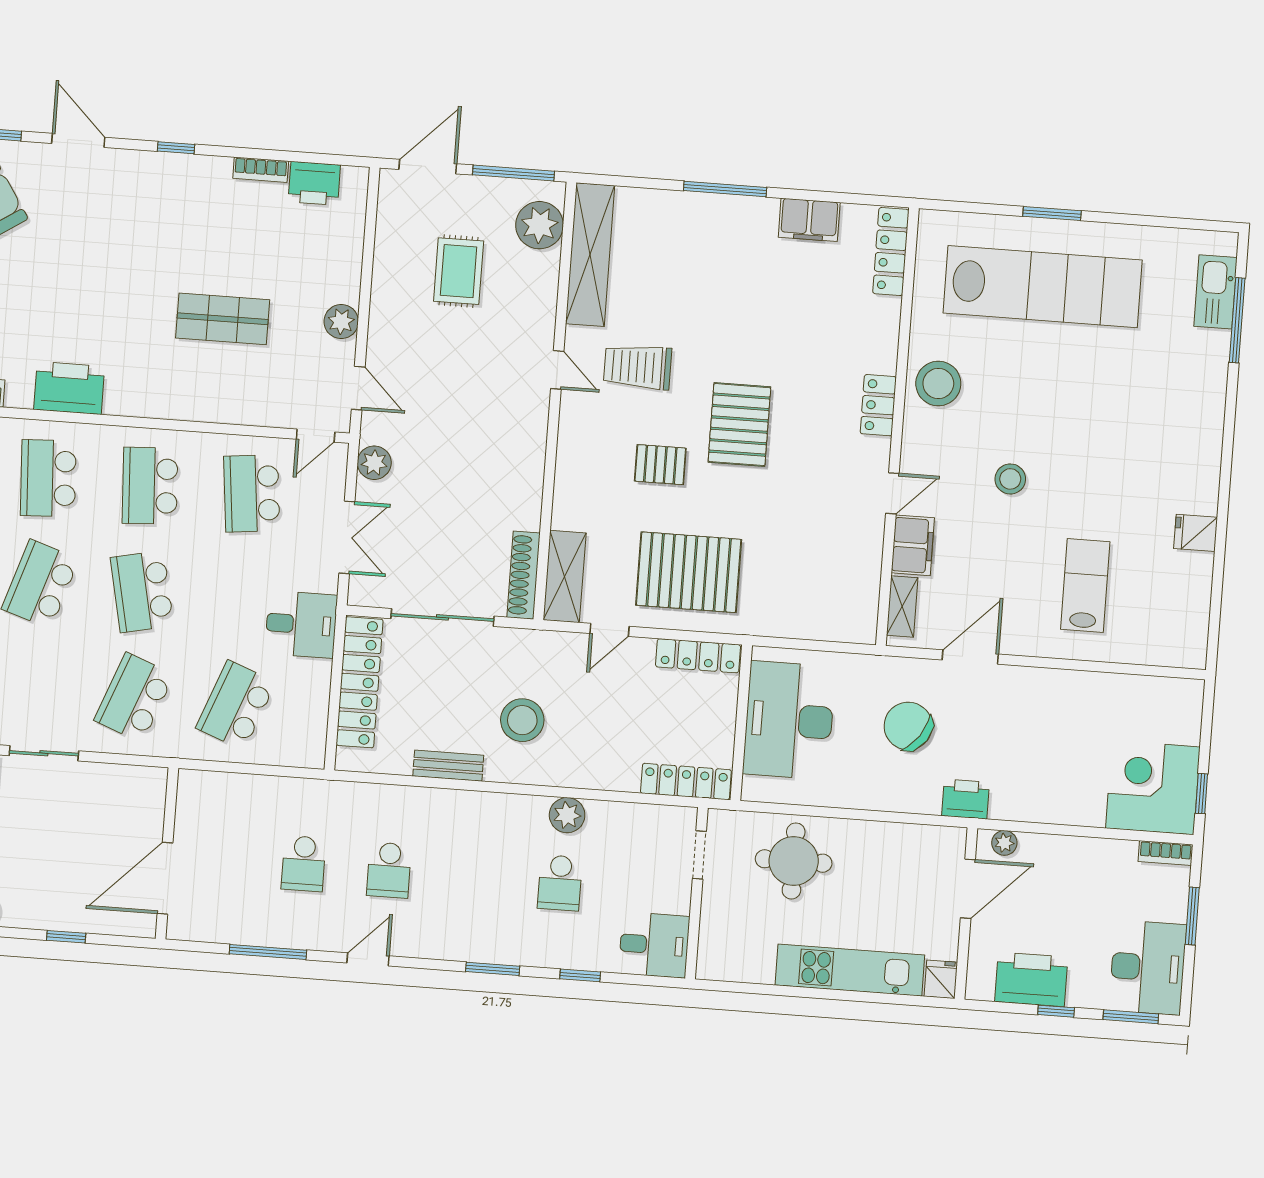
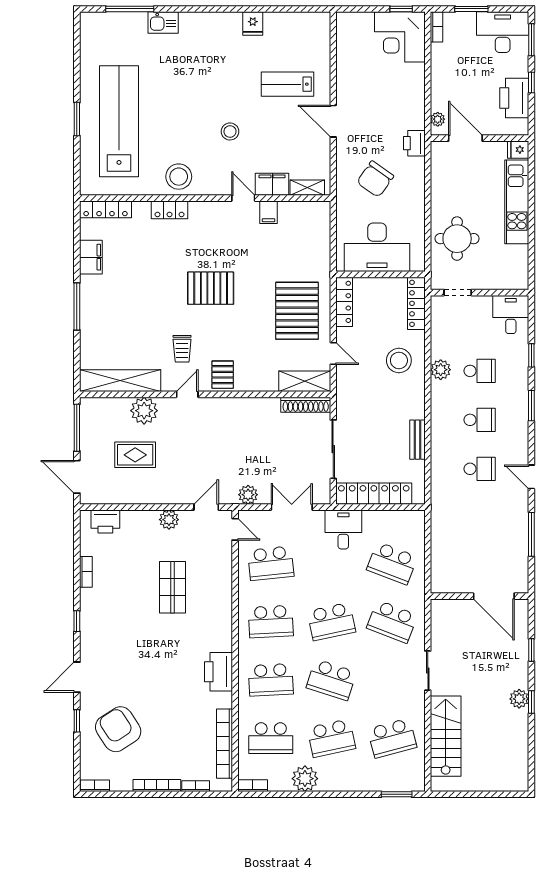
printer: (314, 183) -> (105, 521), moved, turned 90
plant: (540, 225) -> (144, 411), moved
kitchen sink: (1215, 292) -> (163, 23), moved, width x0.73
trolley: (638, 367) -> (182, 349), width x0.73, depth x0.72
locker: (878, 405) -> (170, 210), moved
pallet: (660, 465) -> (223, 375), moved
filing cabinet: (864, 535) -> (268, 212), added
door: (970, 657) -> (333, 121), moved
stool: (522, 720) -> (399, 360), moved
school desk: (304, 864) -> (480, 420), moved

